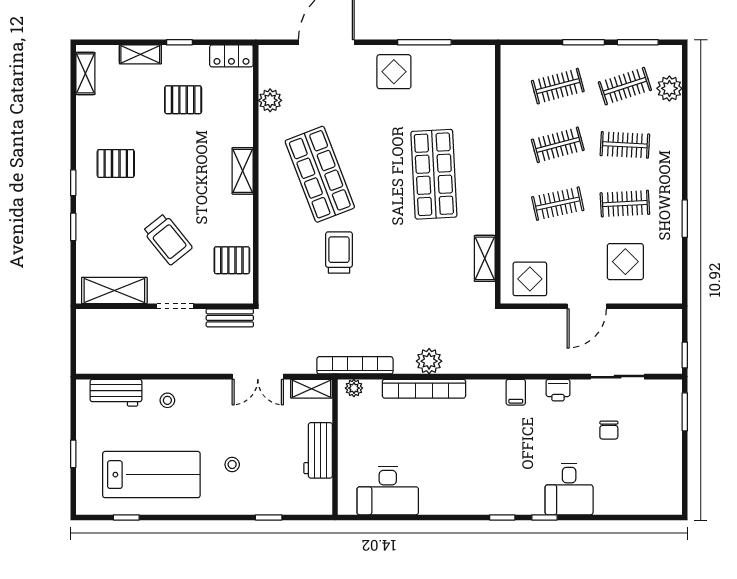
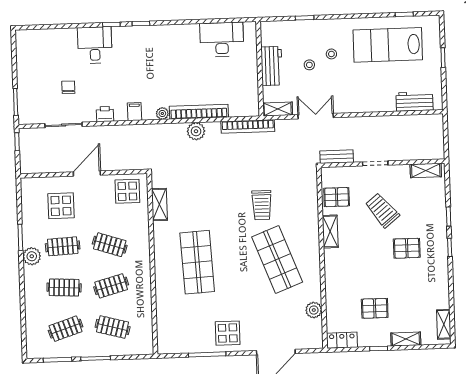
clothes rail: (558, 86) -> (113, 327), turned 30
plant: (669, 88) -> (32, 256), moved
pallet: (116, 163) -> (407, 248), moved
shelving: (243, 171) -> (330, 231), moved
clothes rail: (558, 204) -> (110, 245), turned 30
shelving: (114, 290) -> (426, 170), width x0.67, depth x0.75
plant: (354, 388) -> (162, 113), moved
stool: (167, 400) -> (309, 65), moved

